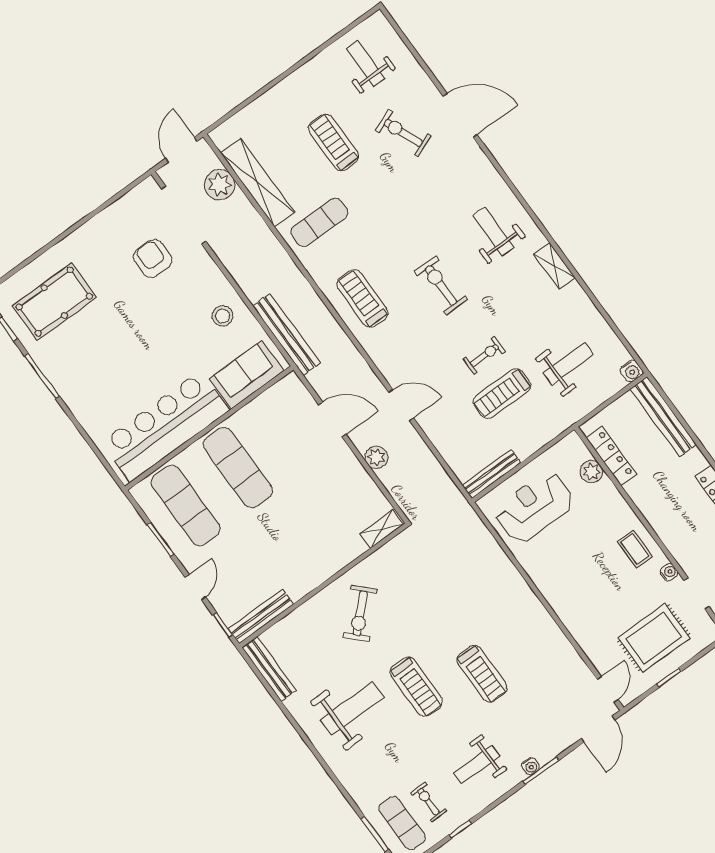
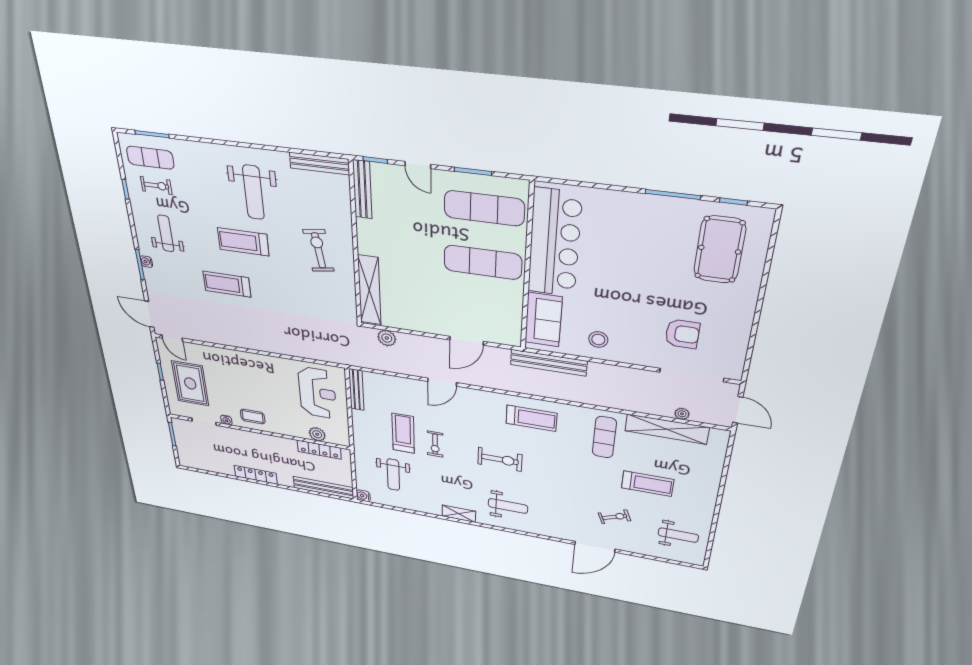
exercise bike: (403, 133) -> (614, 517), width x0.73, depth x0.72
plant: (220, 185) -> (682, 414), width x0.53, depth x0.53
plant: (376, 457) -> (387, 338), moved
shelving: (382, 529) -> (369, 290), width x2.20, depth x1.33
exercise bike: (360, 613) -> (319, 250), turned 36

